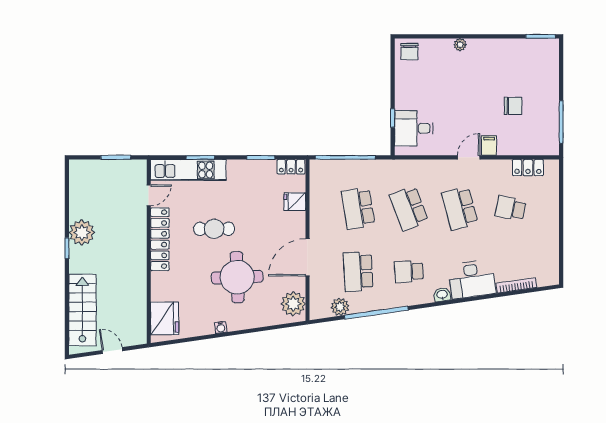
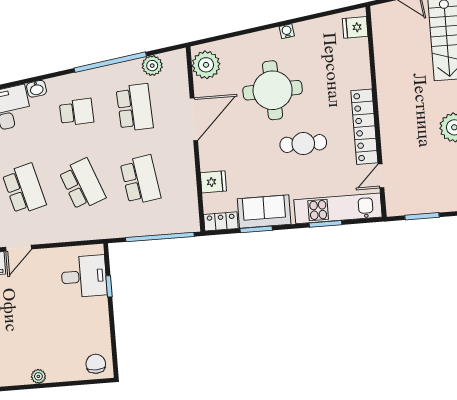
sofa: (253, 172) -> (264, 212), added
fridge: (165, 318) -> (355, 27), width x0.53, depth x0.75

